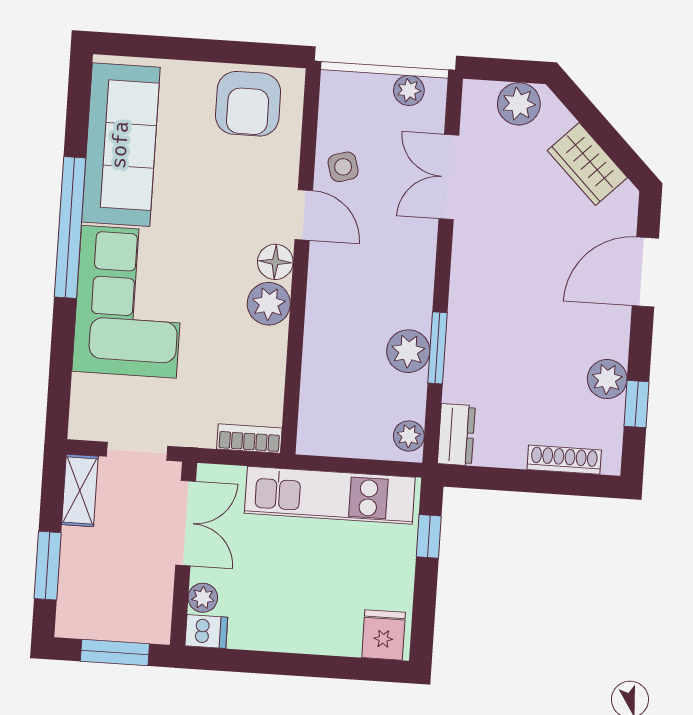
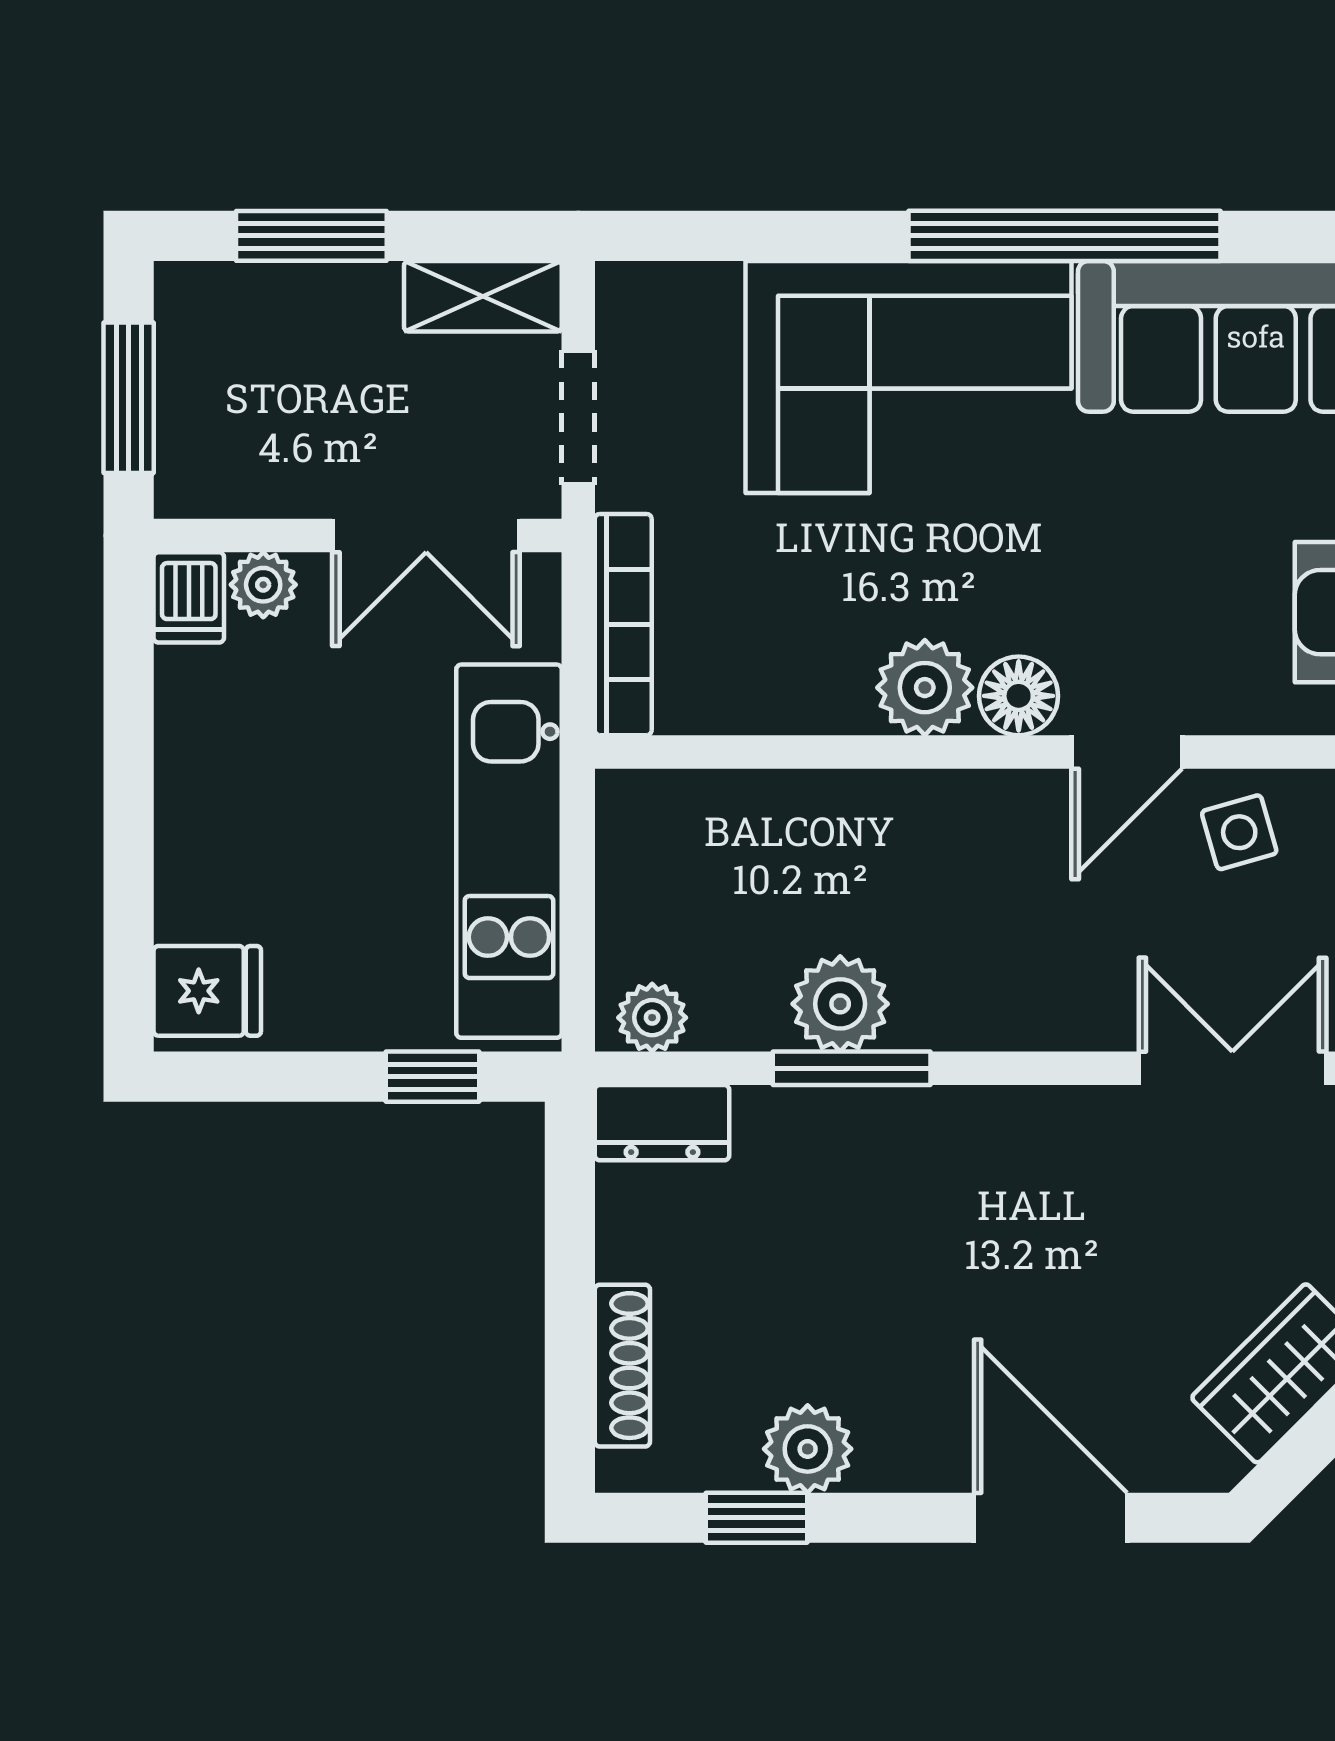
bookcase: (249, 438) -> (623, 625), width x1.56

